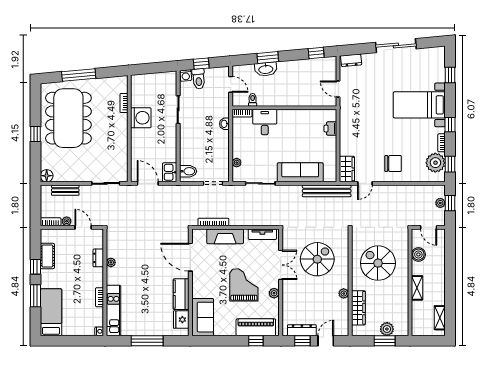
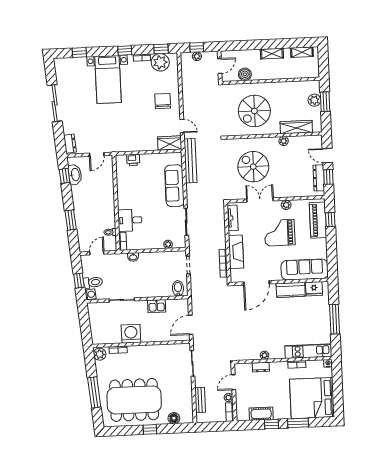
washbasin: (266, 69) -> (75, 175), moved
plant: (120, 83) -> (100, 354), added
kitchen sink: (170, 172) -> (157, 306), moved
floor lamp: (47, 176) -> (174, 418), moved
shelving: (417, 288) -> (272, 54), moved
bed: (51, 312) -> (312, 398), width x2.04
sofa: (203, 317) -> (305, 270), width x1.36

